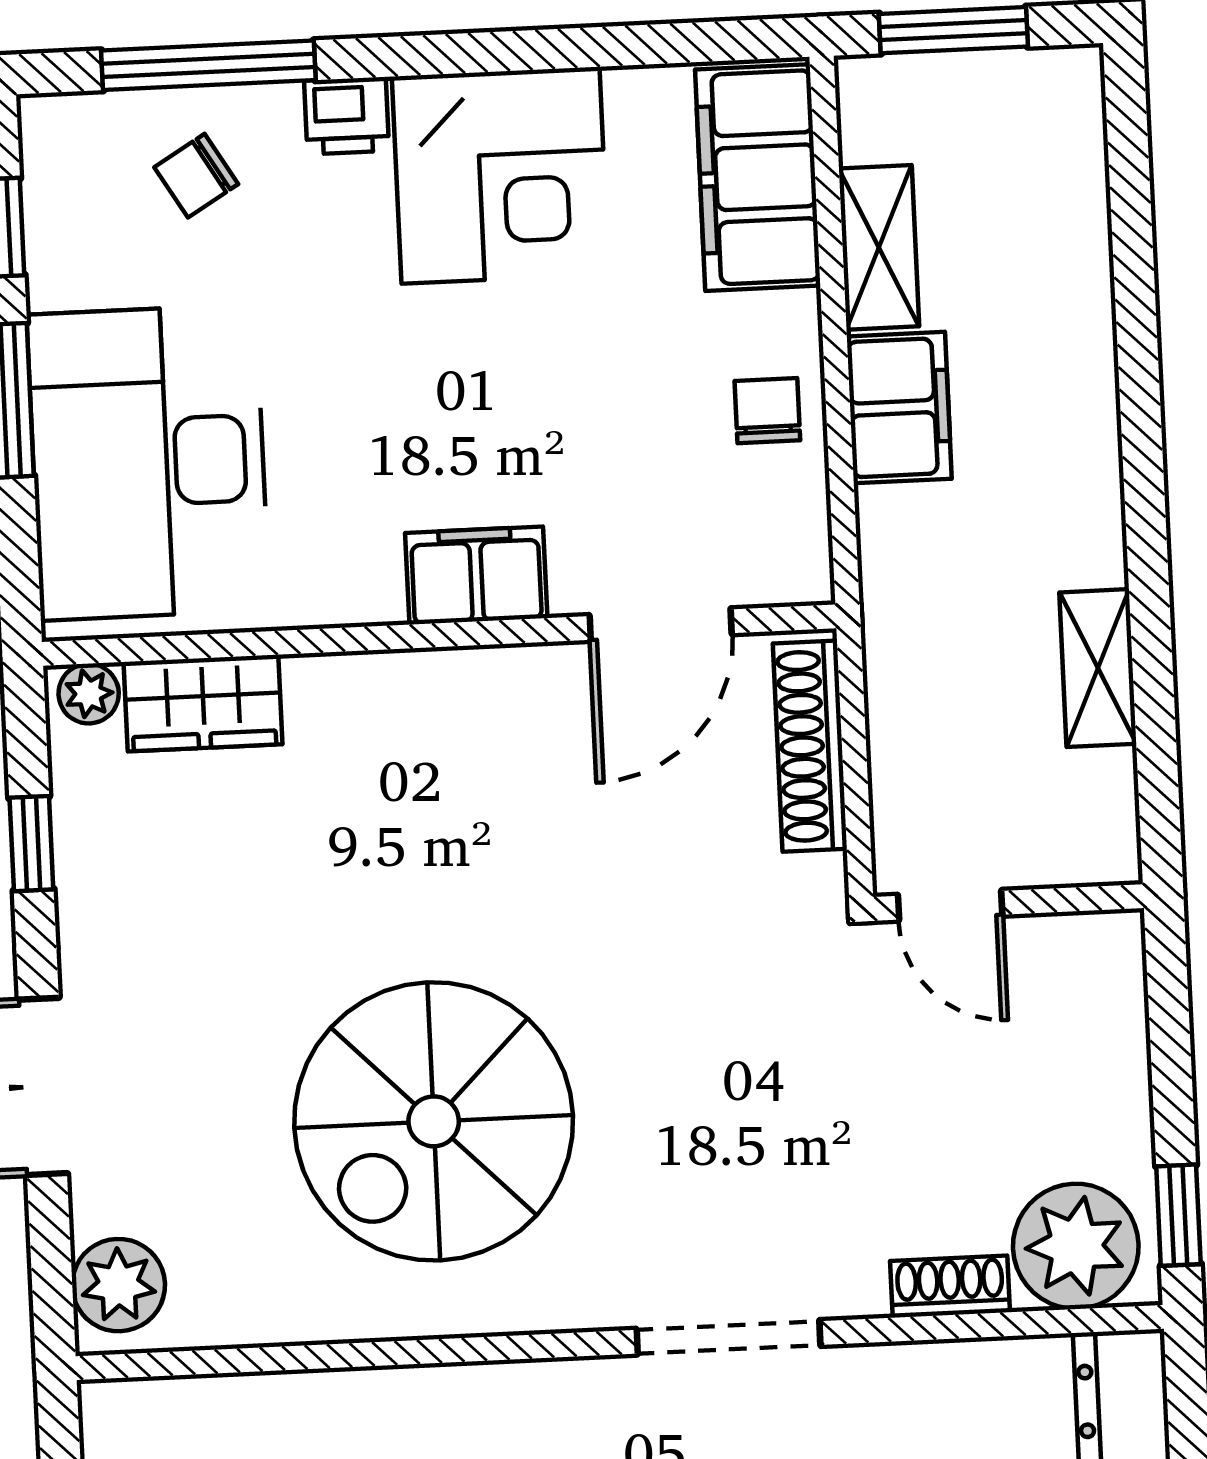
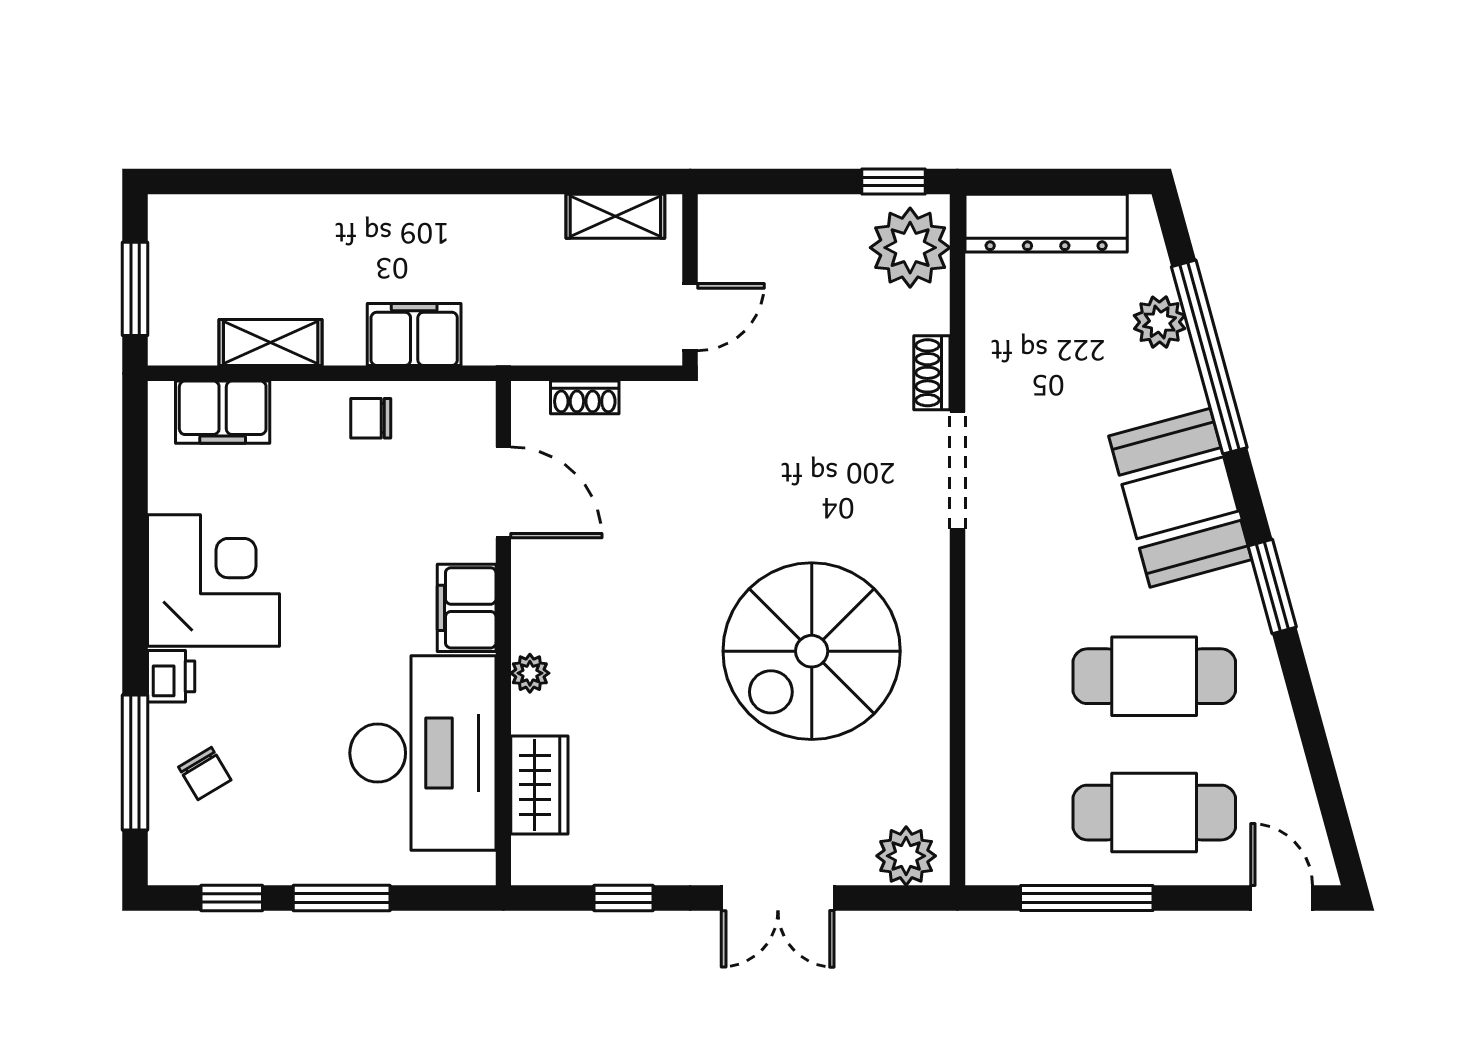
filing cabinet: (758, 178) -> (223, 412), width x0.67, depth x0.86
filing cabinet: (899, 408) -> (414, 335), moved
desk: (148, 462) -> (423, 753), moved, turned -90
shelving: (1098, 668) -> (615, 216), moved
plant: (89, 694) -> (530, 673), moved
shoe rack: (810, 746) -> (585, 397), width x0.51, depth x0.81
spiral stairs: (434, 1121) -> (812, 651), turned 90
shoe rack: (950, 1286) -> (932, 373), moved

